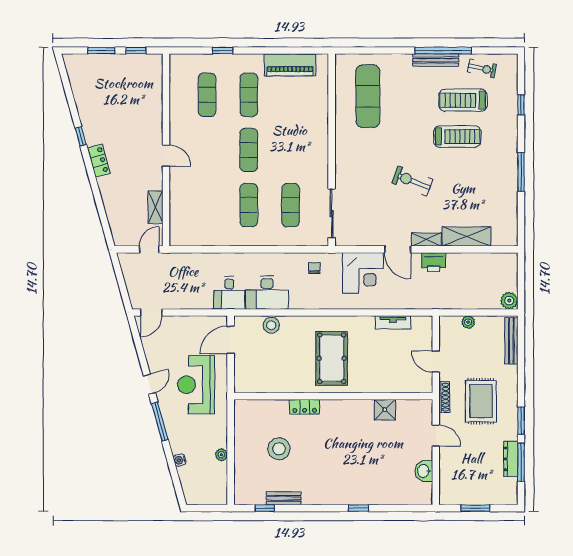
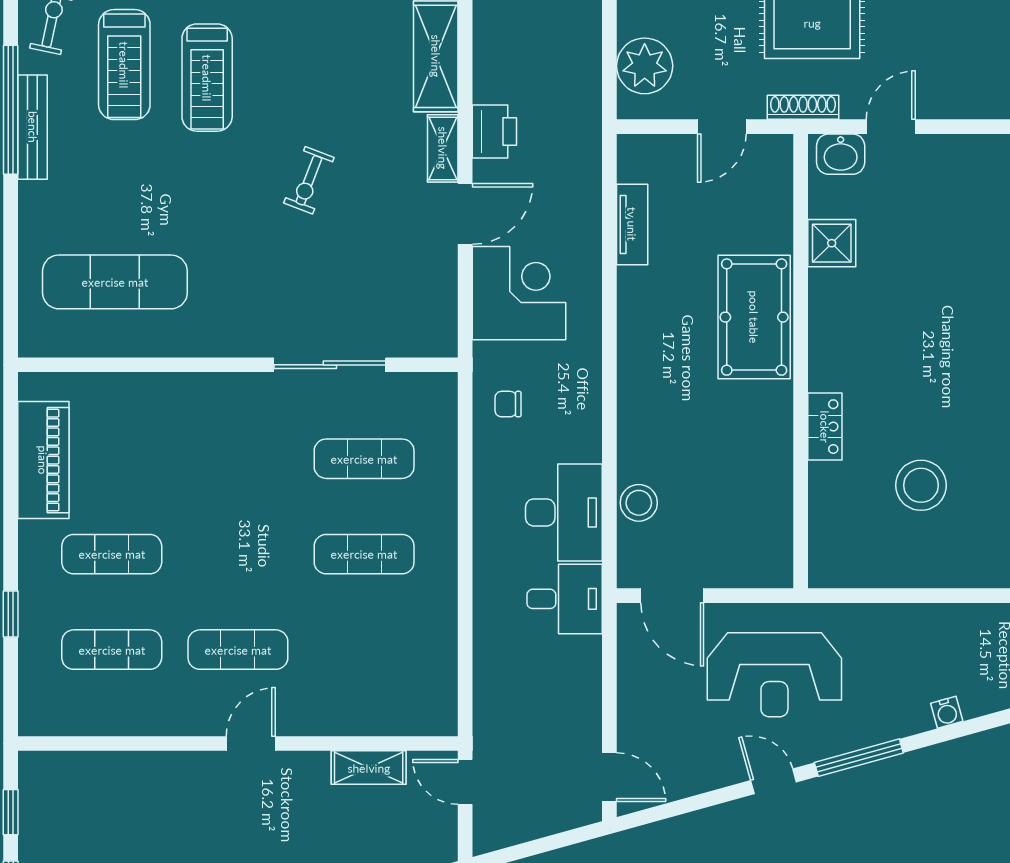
treadmill: (457, 136) -> (207, 78), turned 180
exercise mat: (249, 150) -> (238, 650), moved
exercise bike: (412, 181) -> (309, 180), width x0.73, depth x0.72
sliding door: (332, 213) -> (330, 365), moved
plant: (468, 322) -> (645, 66), width x1.87, depth x1.87
pool table: (332, 358) -> (754, 317), moved, turned 90
plant: (221, 455) -> (935, 617), removed
washbasin: (424, 471) -> (841, 154), moved

